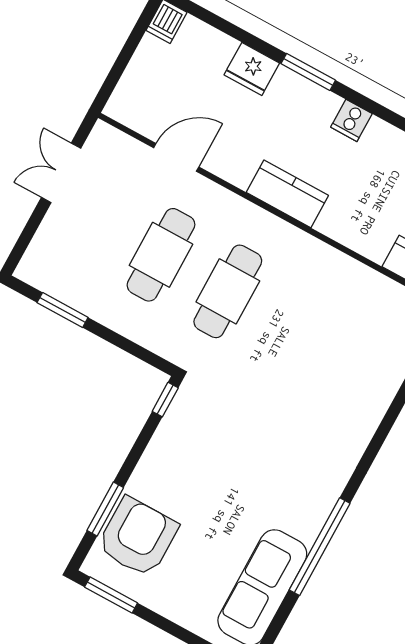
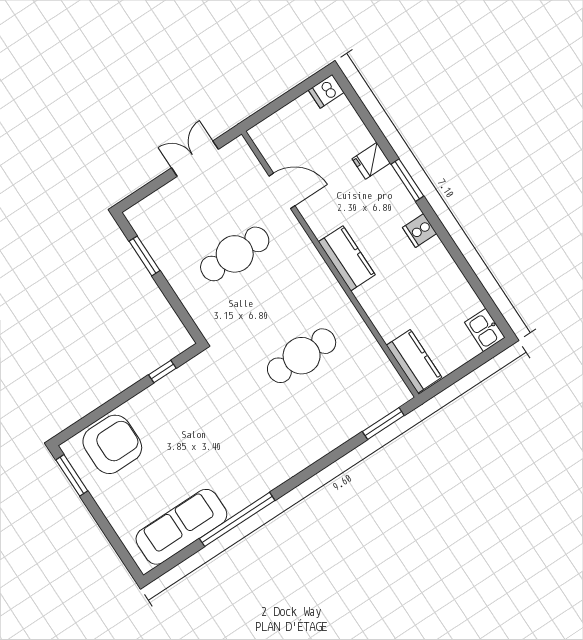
fridge: (252, 69) -> (371, 161), width x0.72
cafe table: (228, 291) -> (302, 356), moved
window: (165, 400) -> (162, 371), moved
window: (105, 509) -> (100, 412), removed

